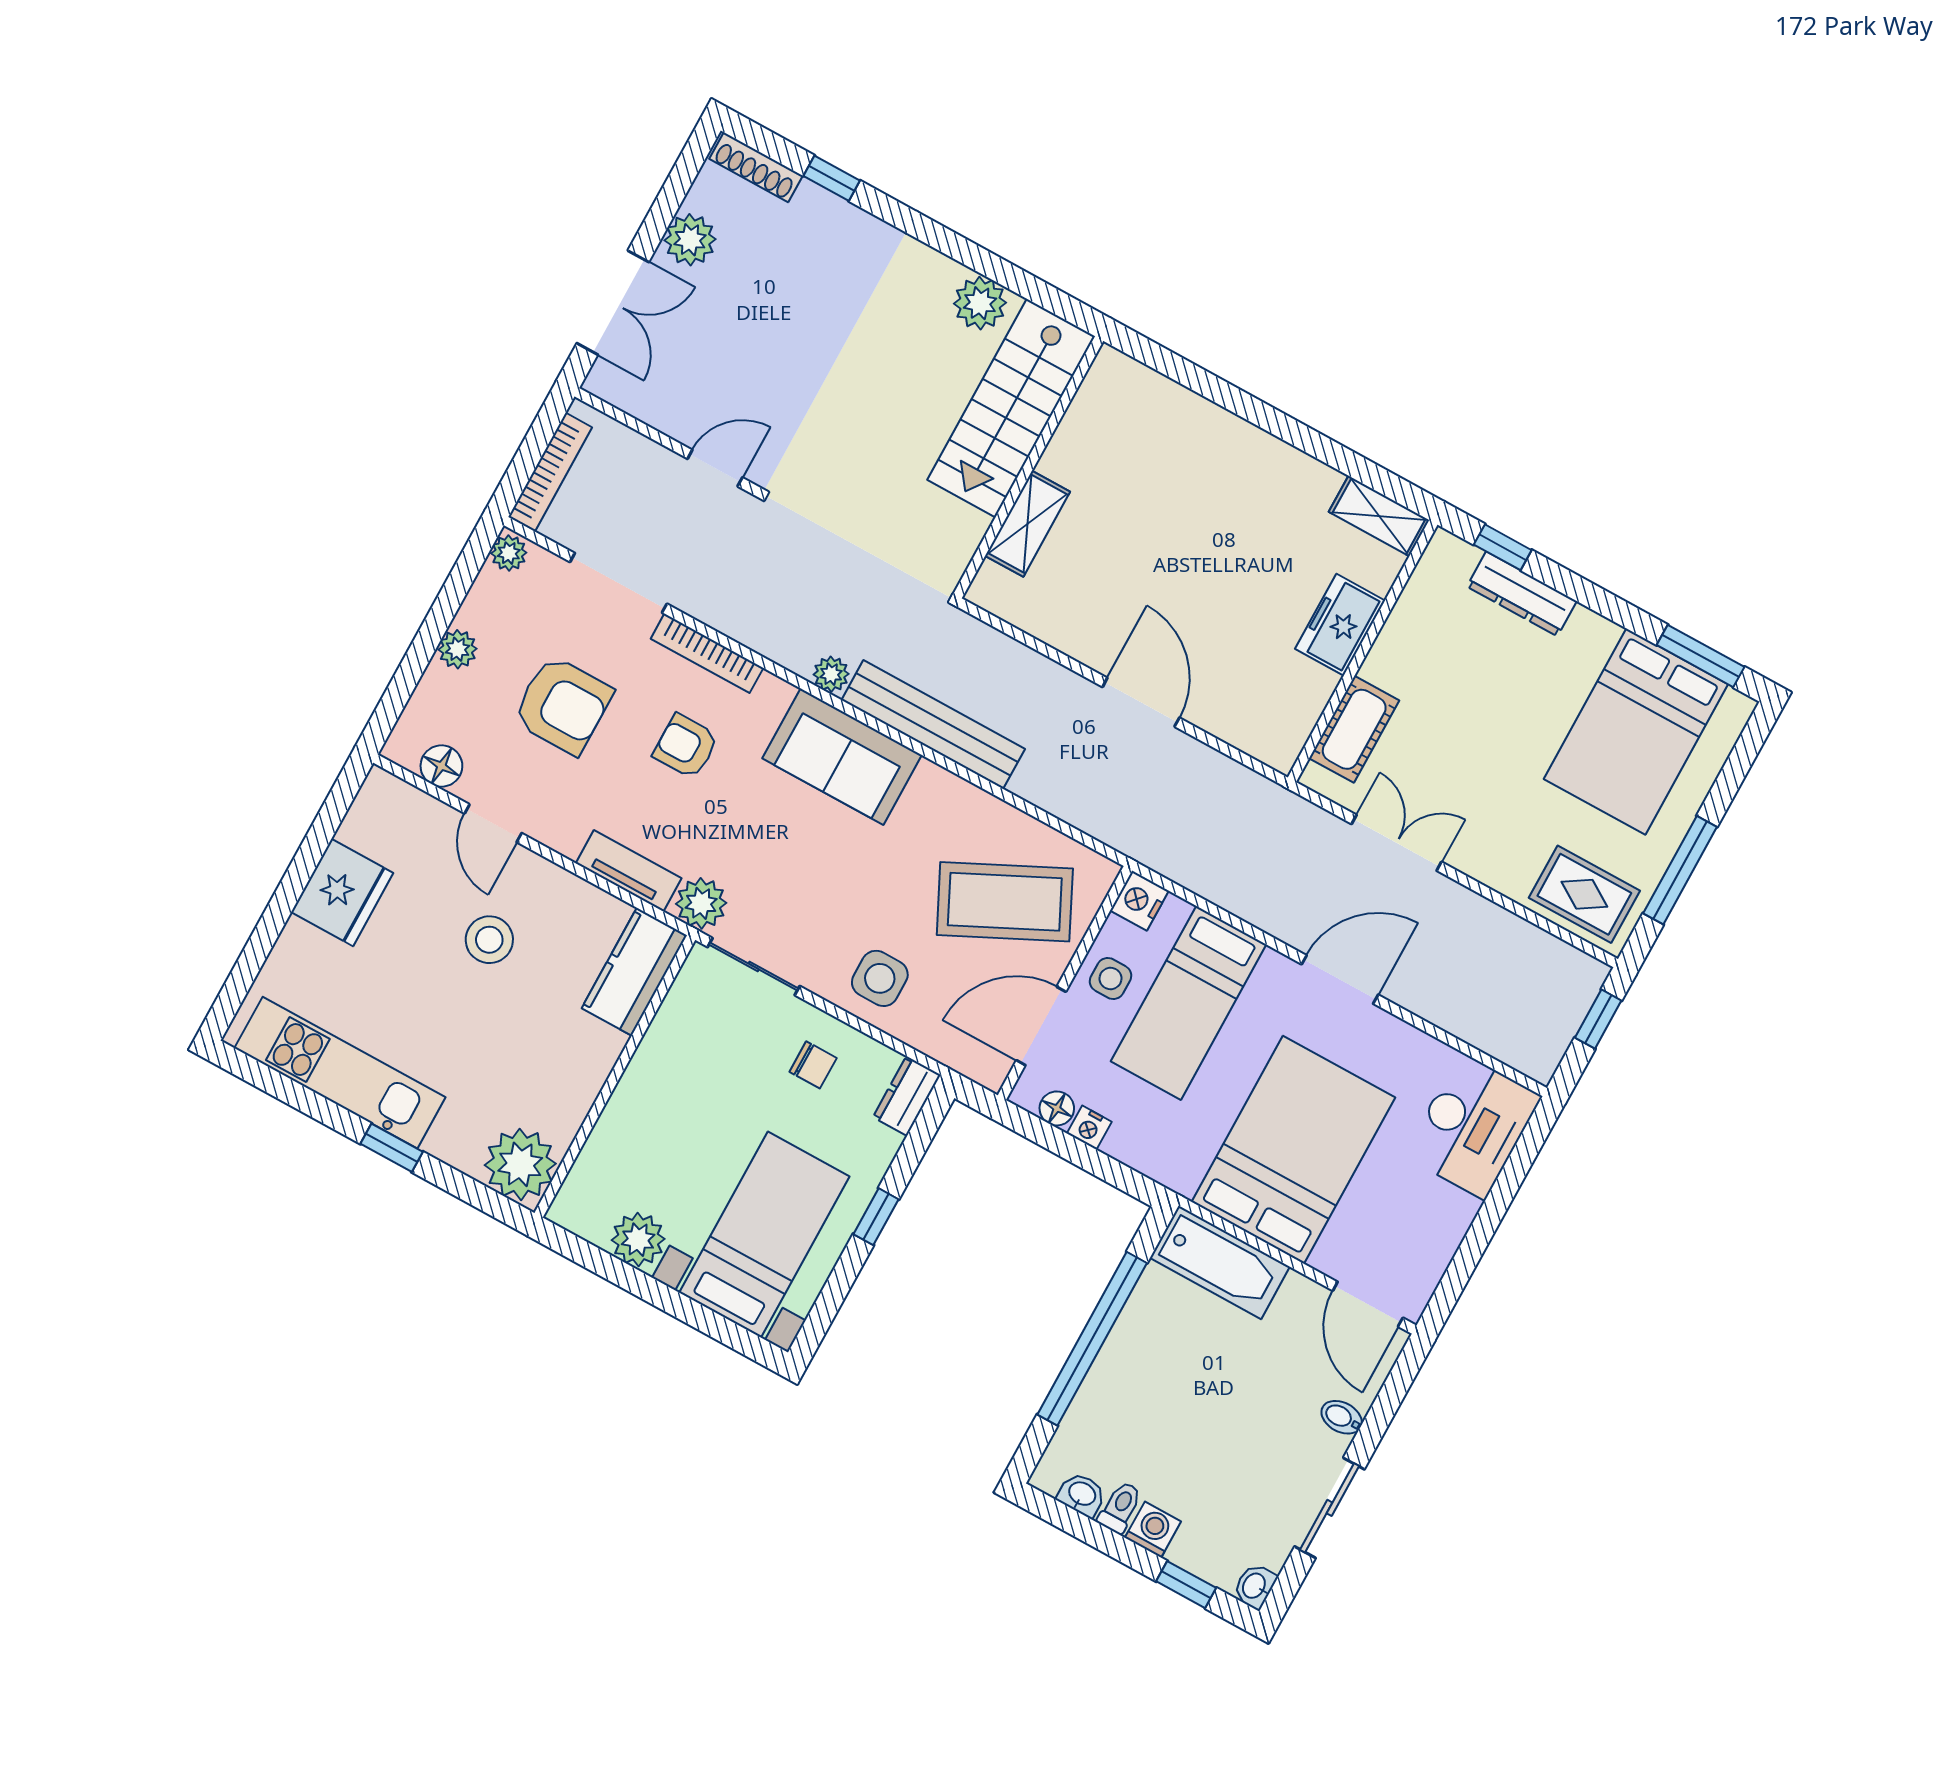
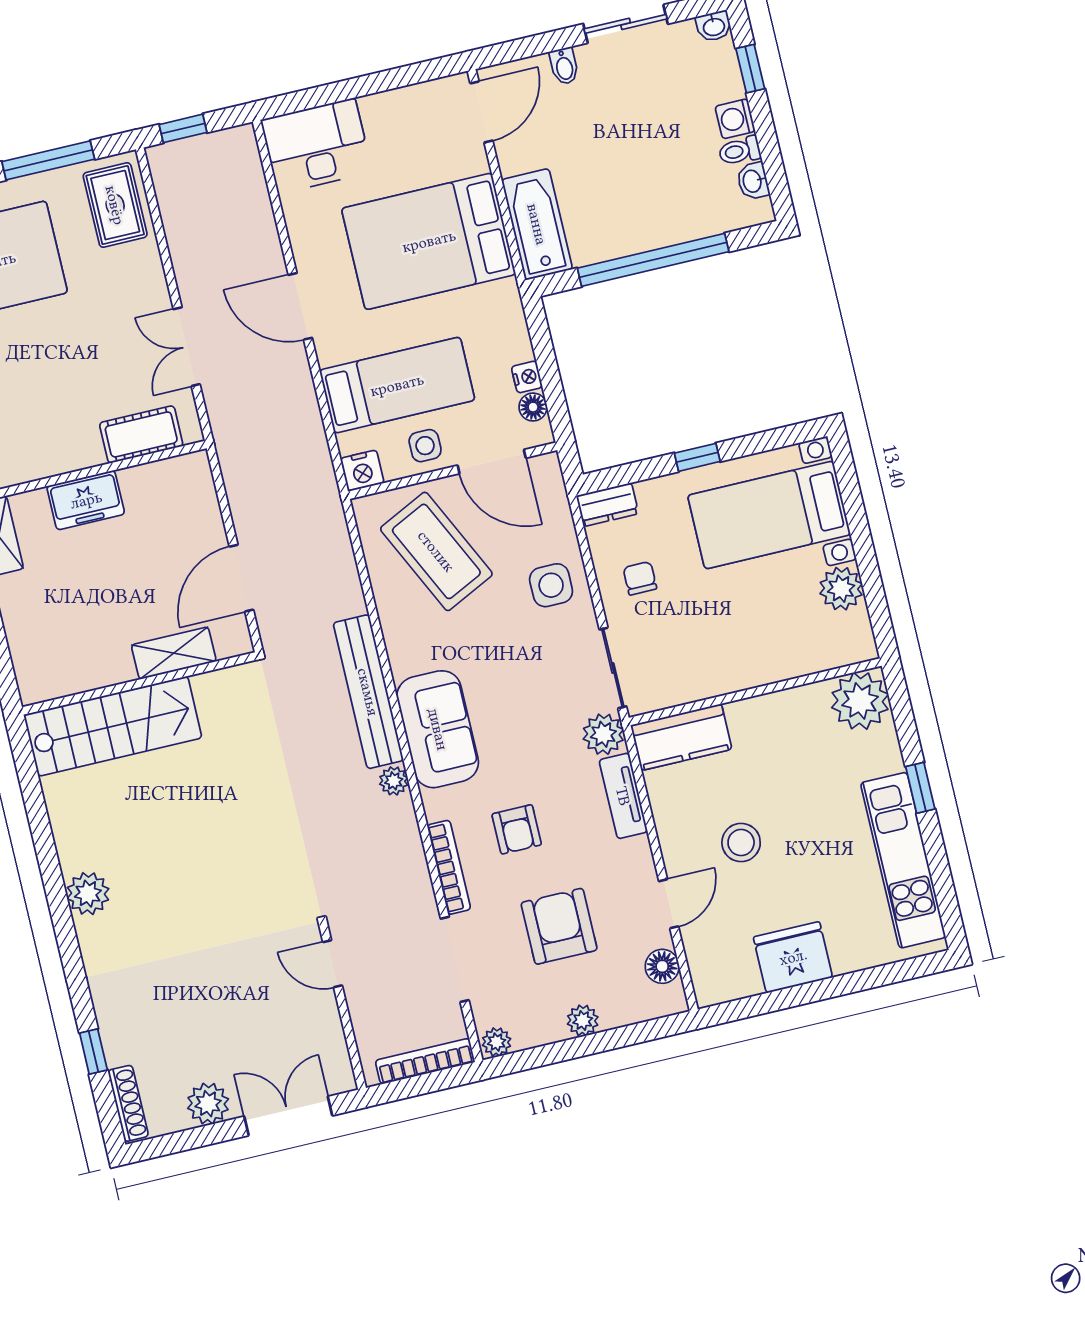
stairs: (1011, 408) -> (113, 726), moved
wall: (1028, 467) -> (139, 683), moved
shelving: (1028, 524) -> (174, 653), moved

